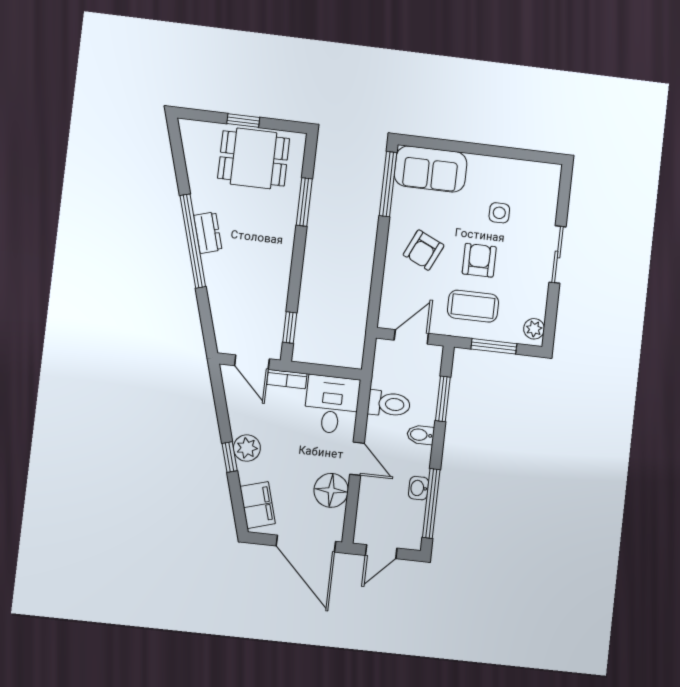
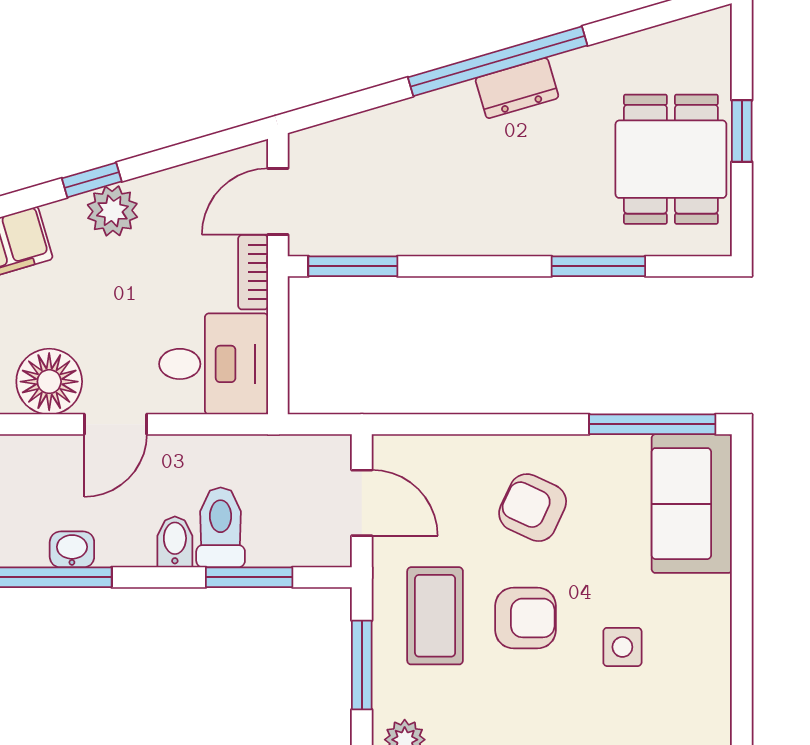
window: (290, 328) -> (353, 266), width x1.50
toilet: (389, 404) -> (221, 527), moved, turned 180

